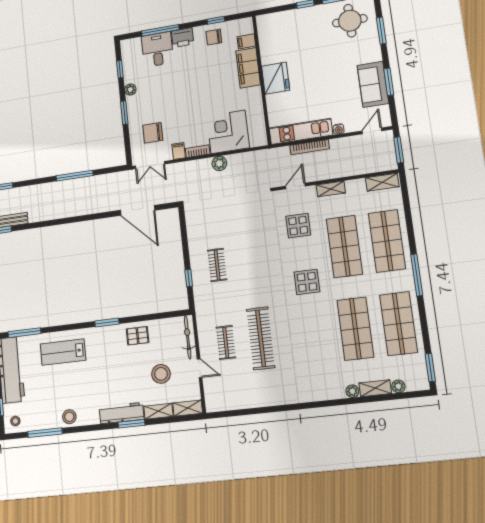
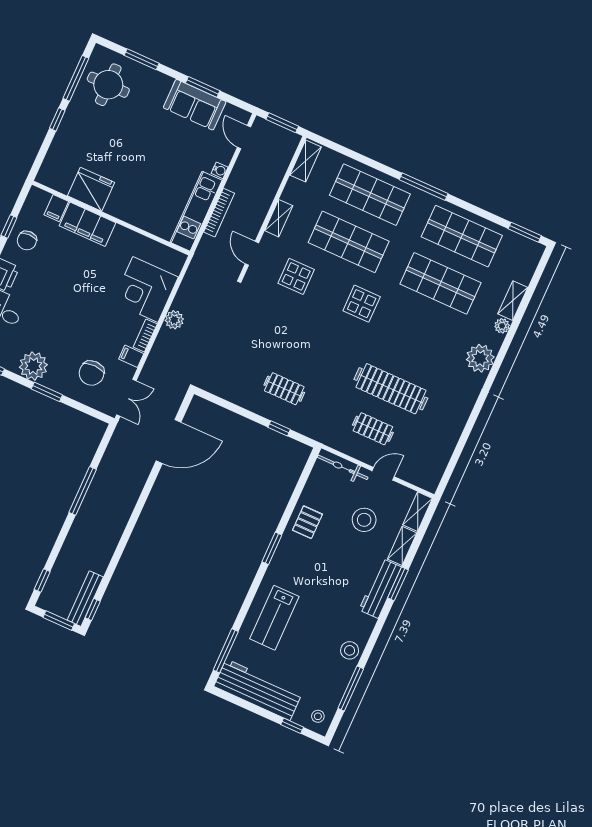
fridge: (276, 78) -> (91, 189), moved
plant: (130, 90) -> (33, 366), width x1.87, depth x1.87
plant: (398, 386) -> (480, 358), moved, width x1.88, depth x1.88

